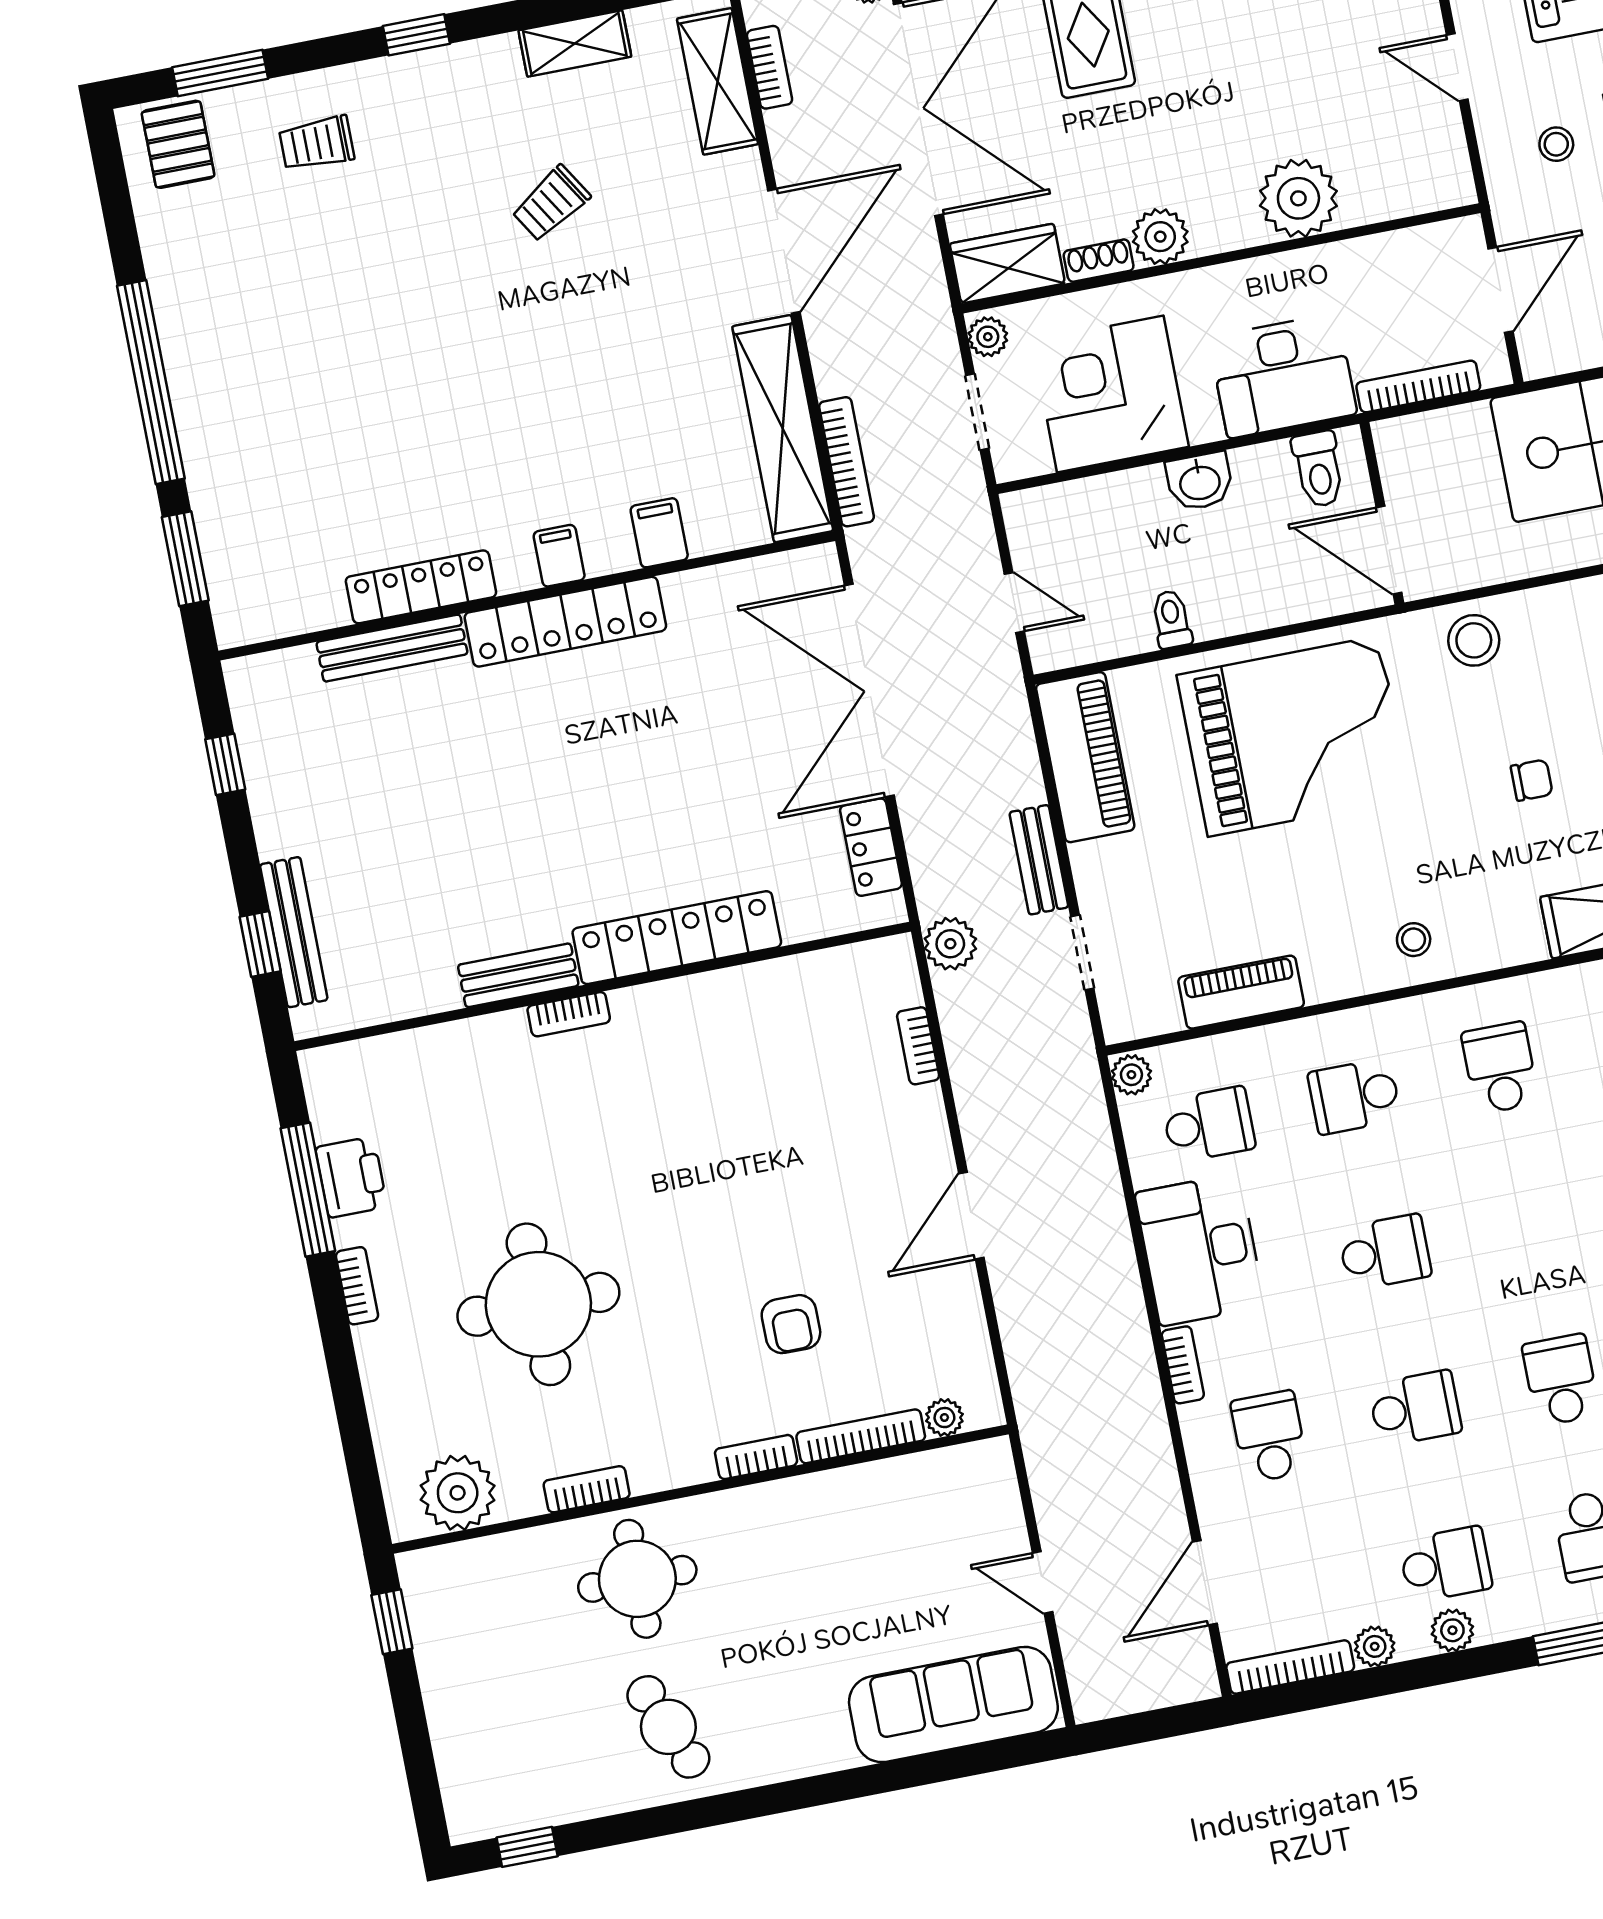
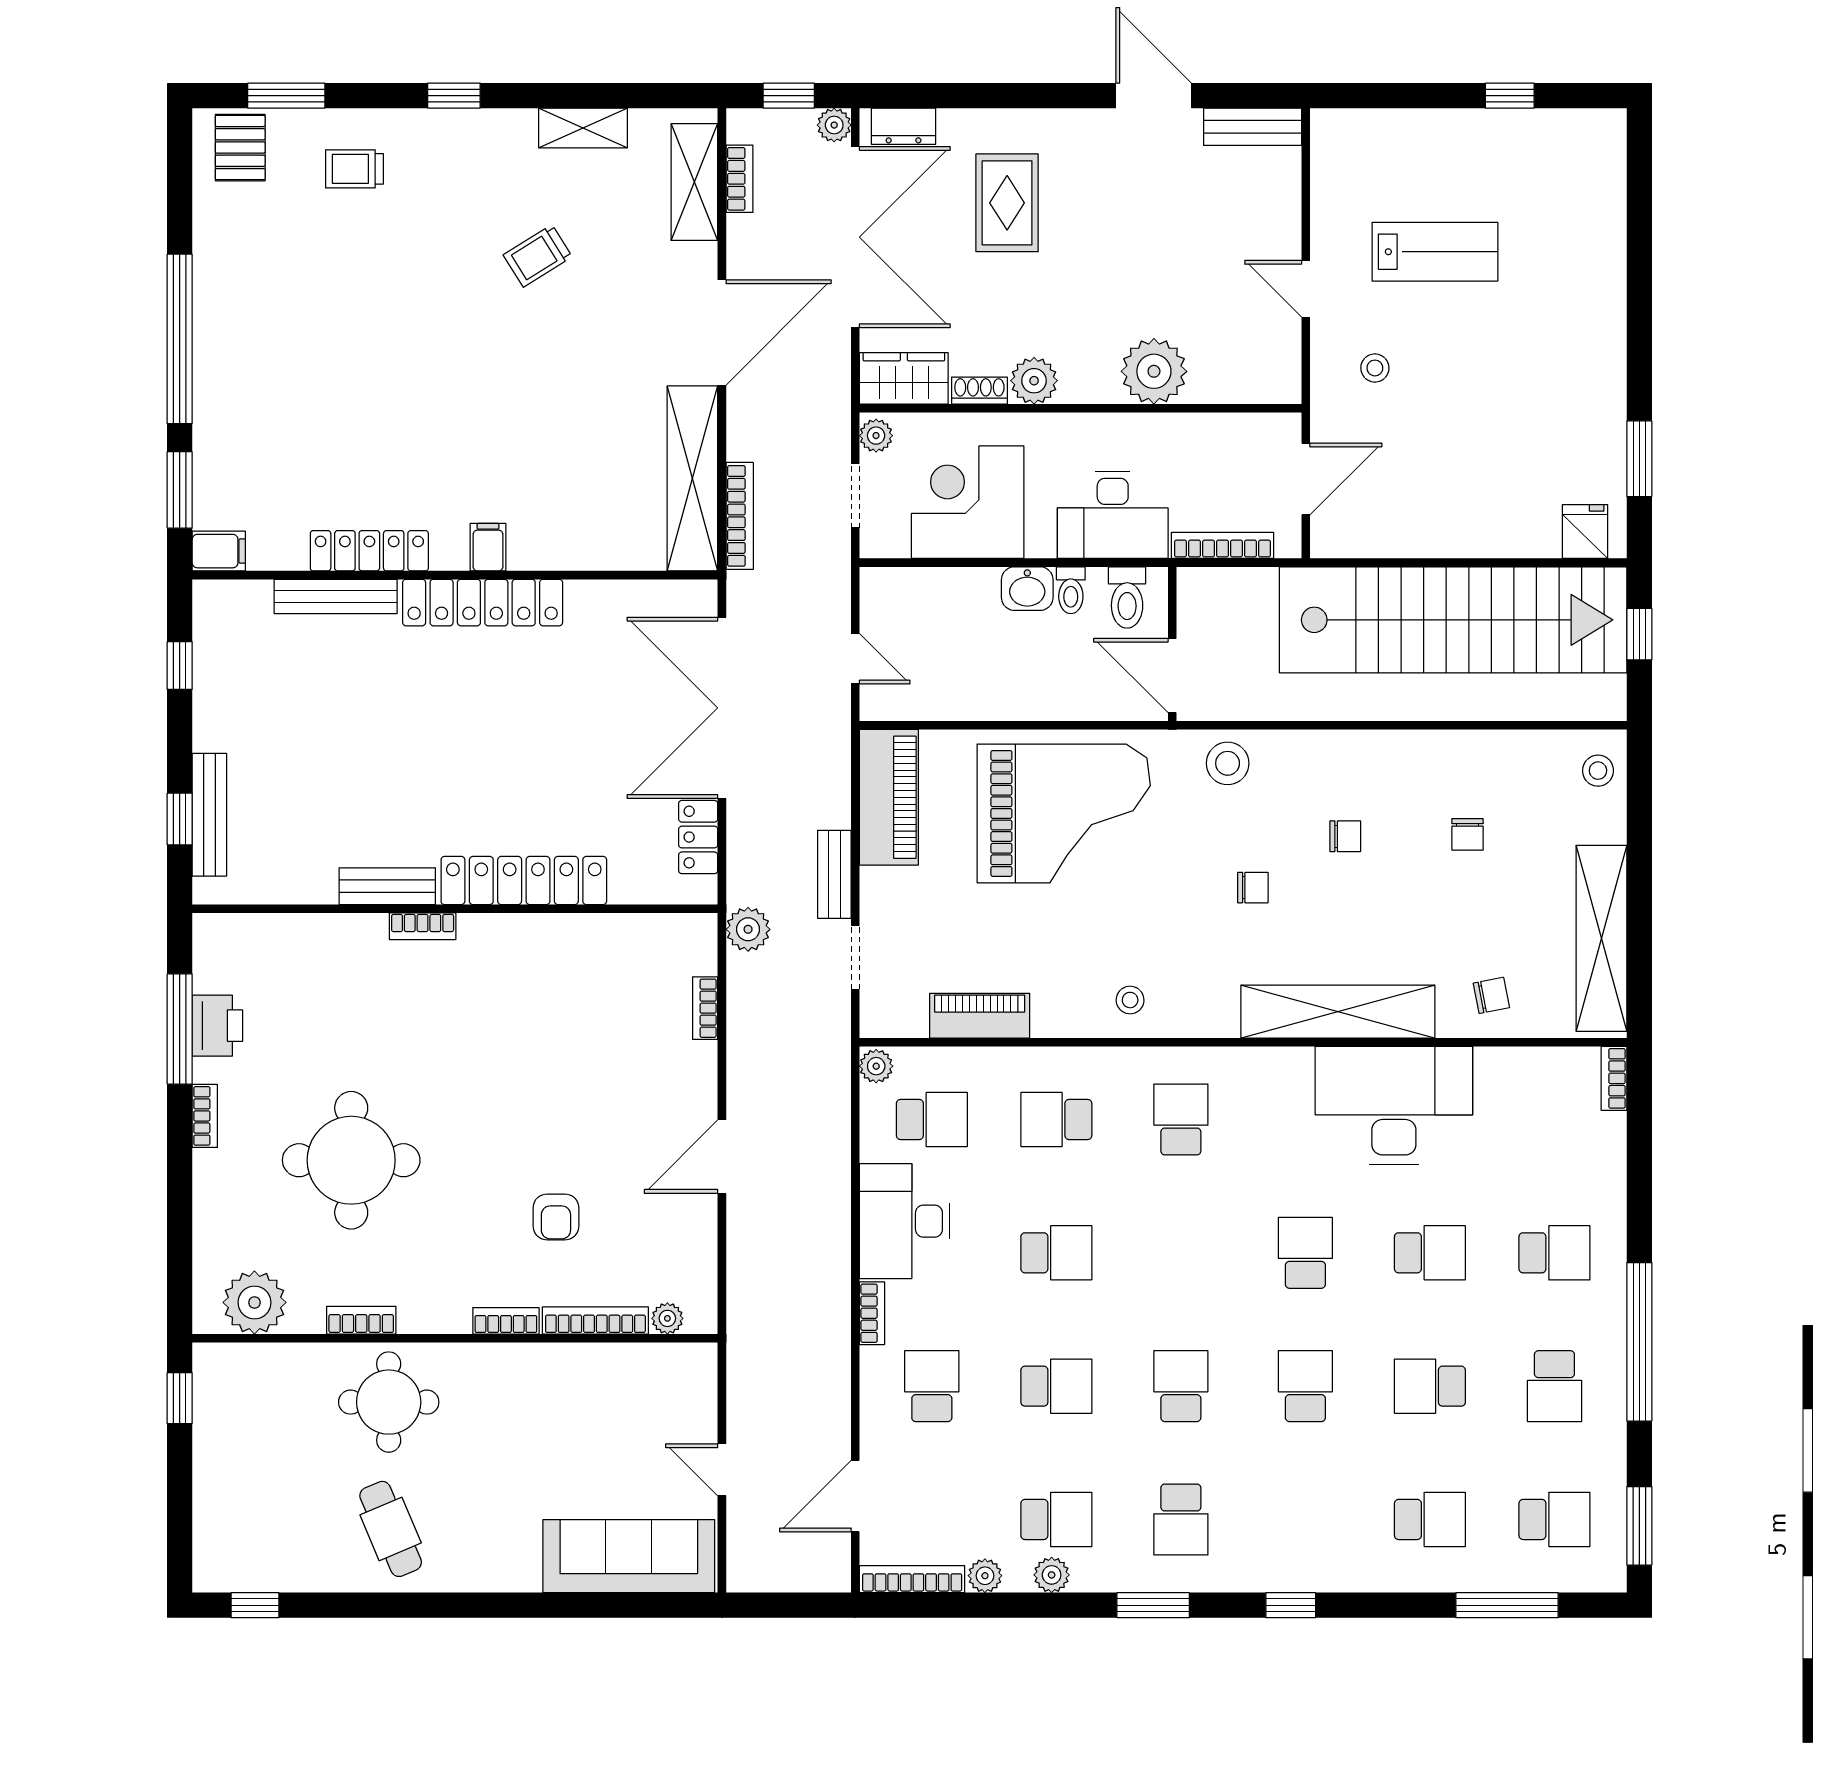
filing cabinet: (659, 533) -> (219, 551), moved, turned 90
toilet: (1172, 619) -> (1071, 590), moved, turned 180

